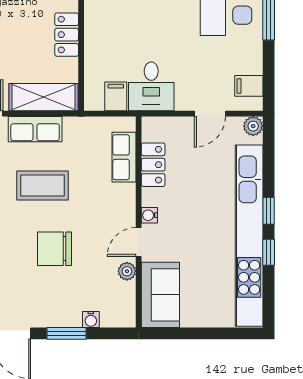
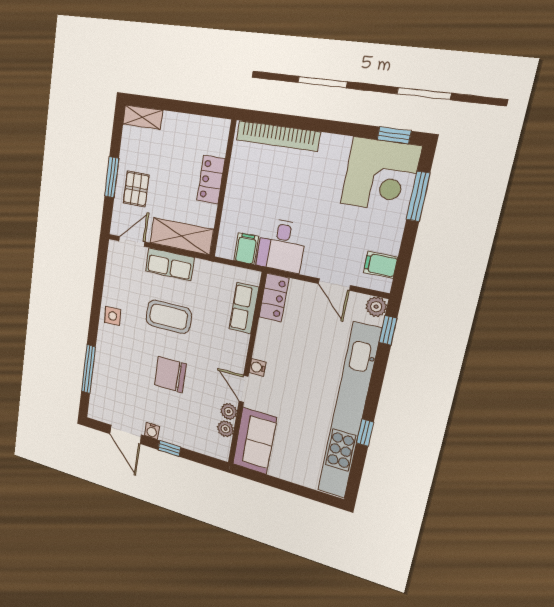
door: (210, 114) -> (334, 285), hinge flipped
locker: (153, 165) -> (274, 298), moved
window: (269, 211) -> (388, 330), moved
door: (139, 242) -> (244, 389), hinge flipped
plant: (127, 291) -> (226, 429), added
water cooler: (91, 319) -> (152, 431), moved
window: (67, 333) -> (169, 448), width x0.67

